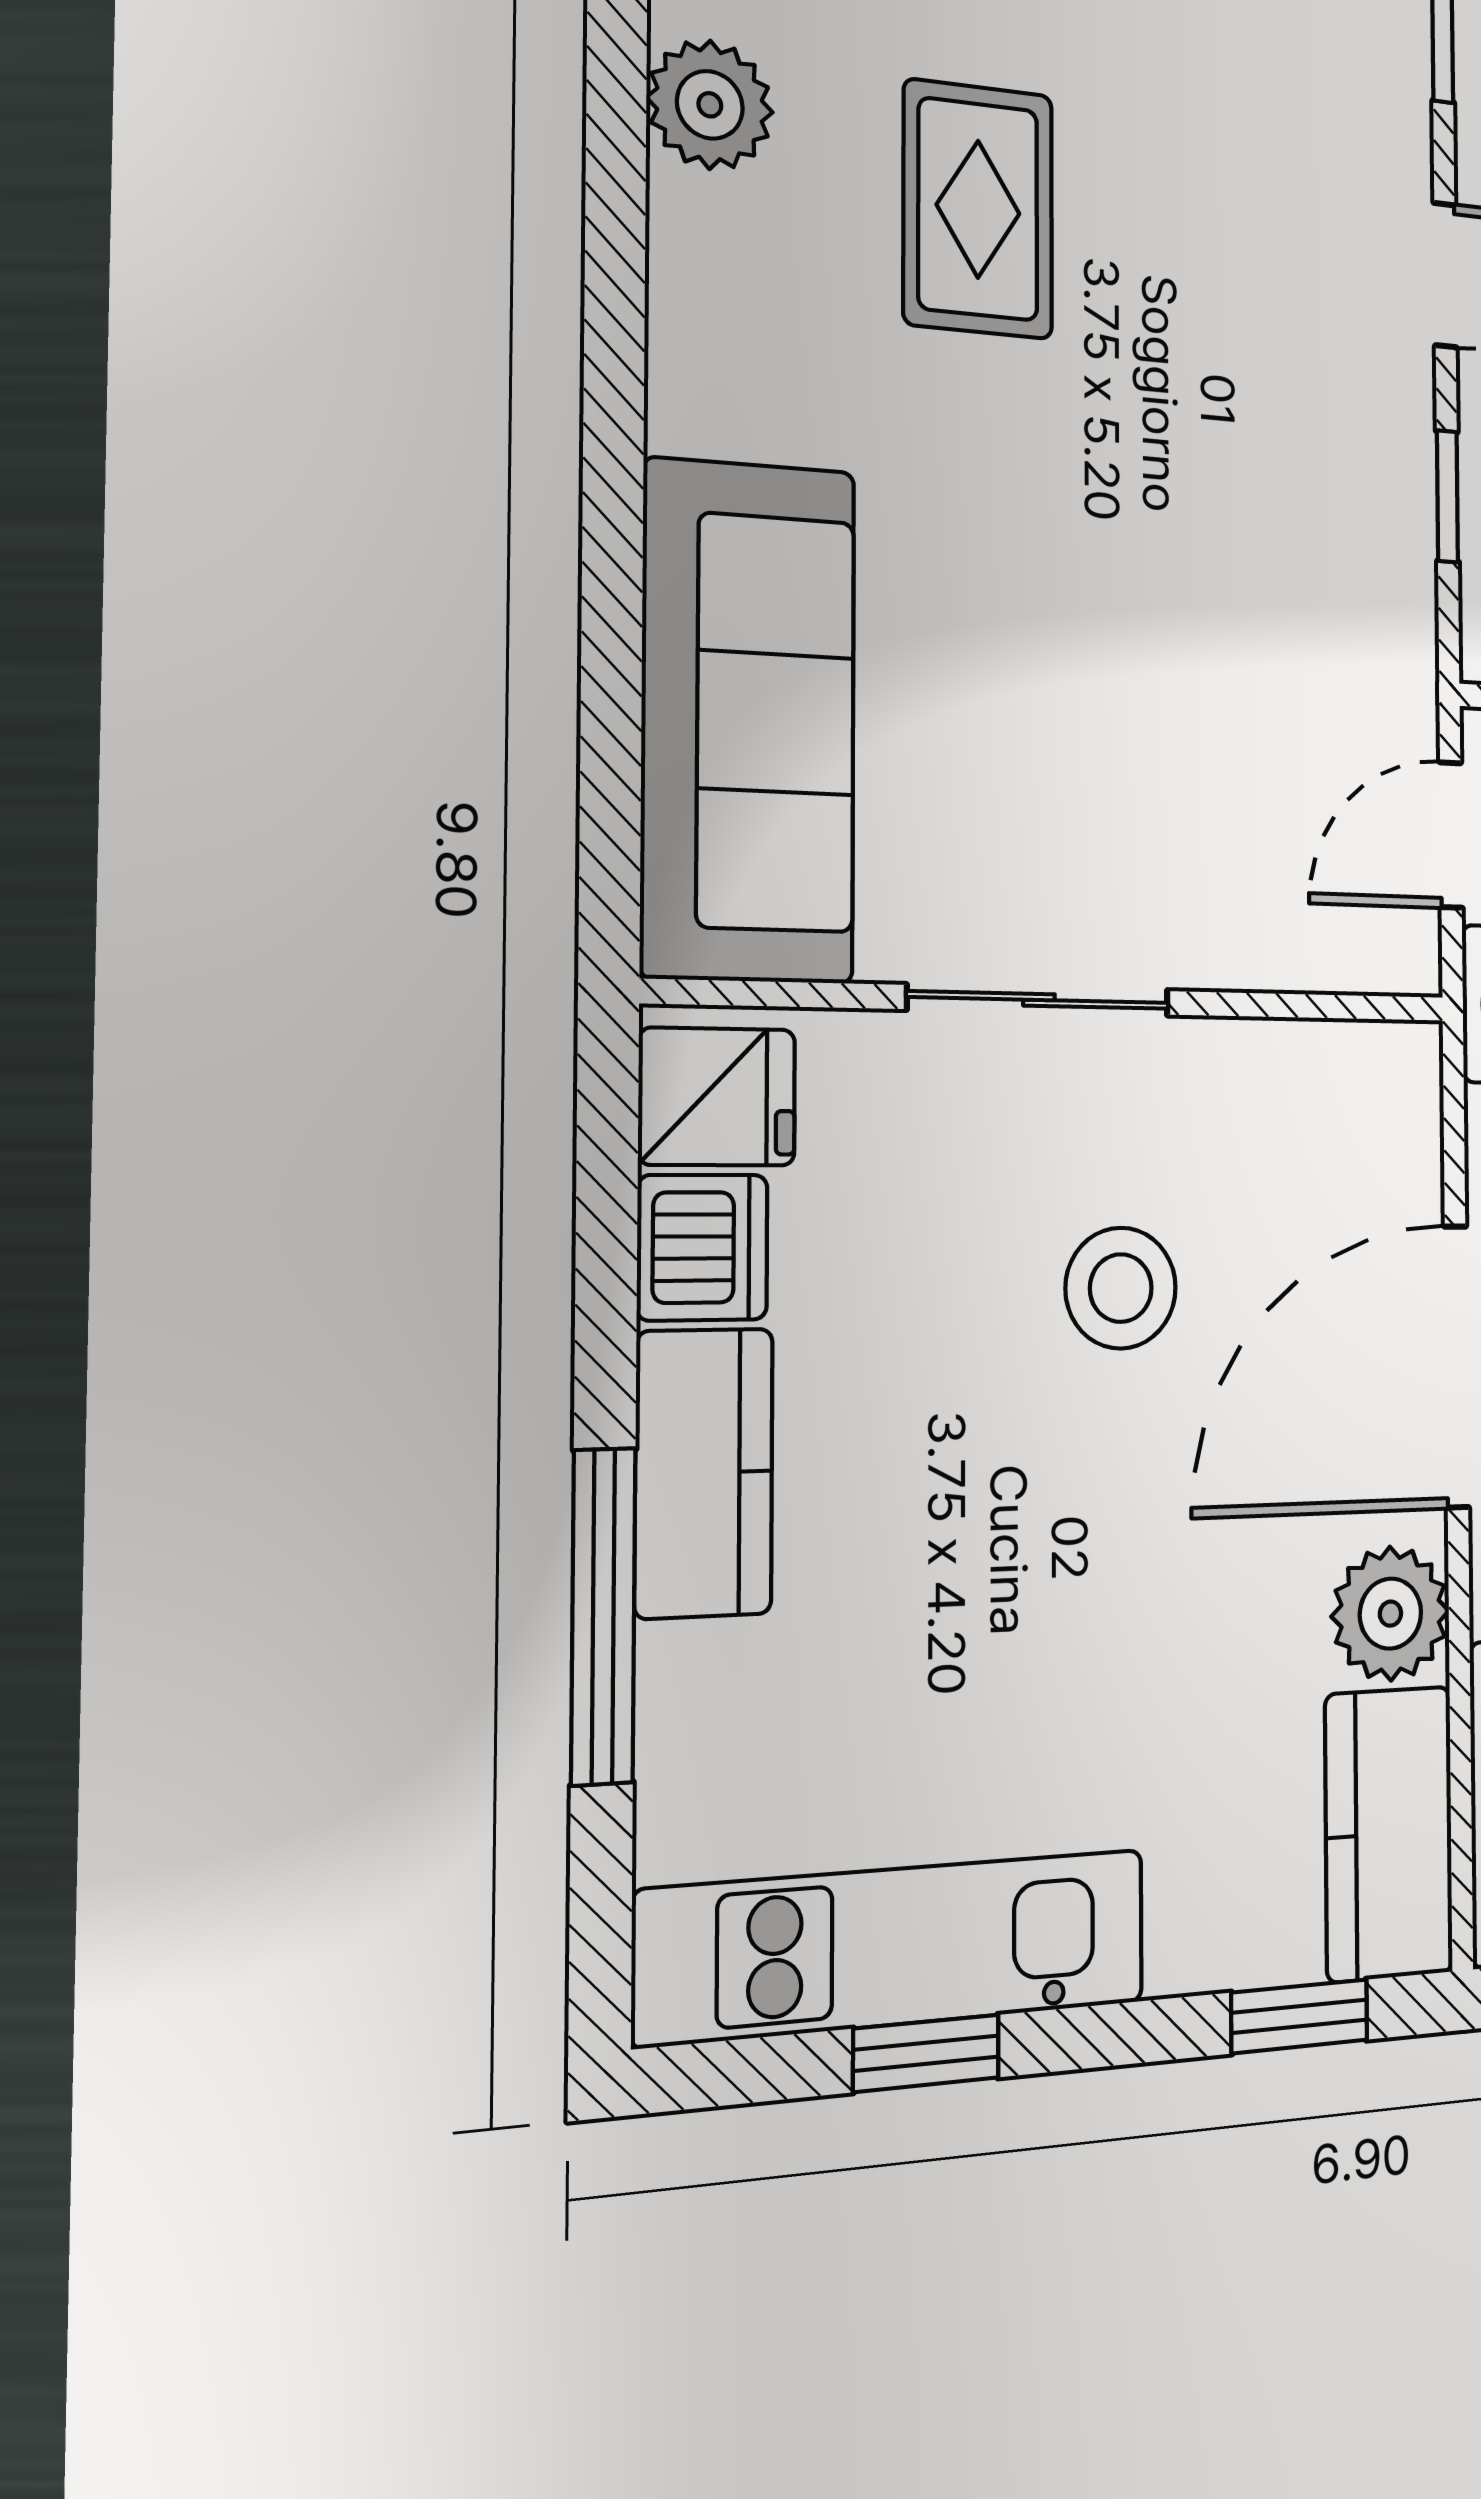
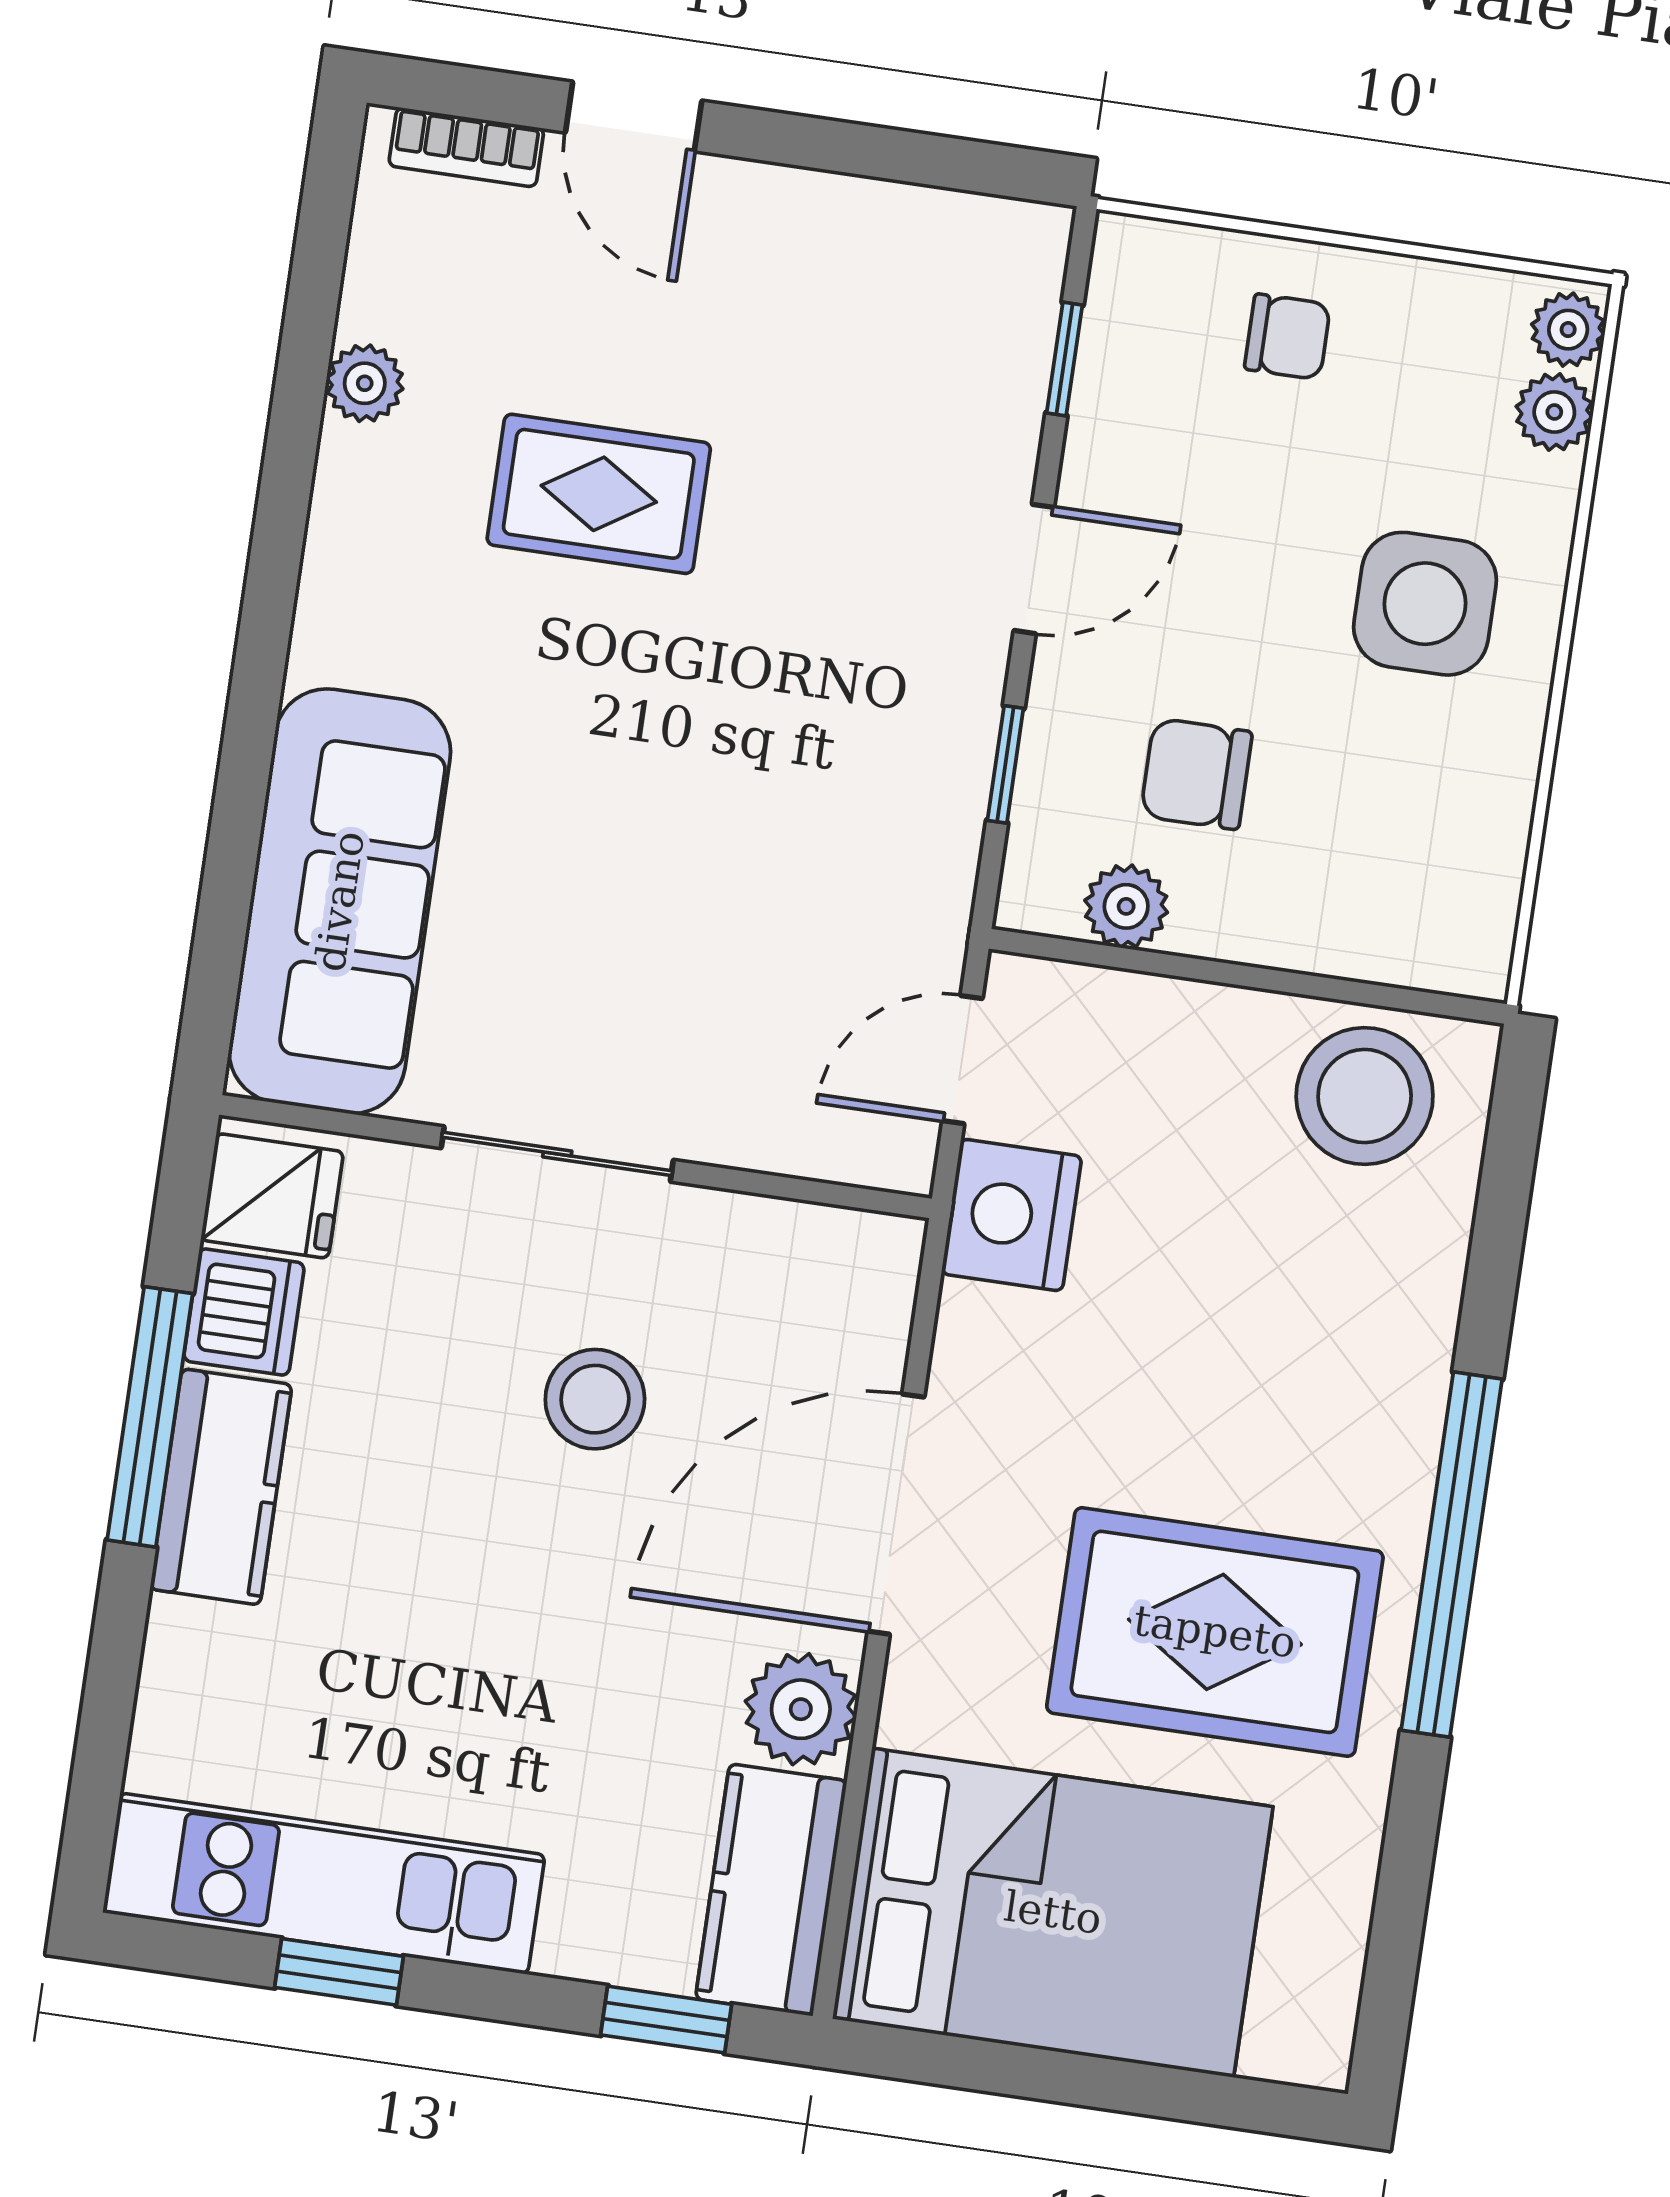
plant: (710, 105) -> (365, 383), width x0.73, depth x0.73
rug: (978, 209) -> (599, 494), turned 90
window: (603, 1616) -> (150, 1417), moved

